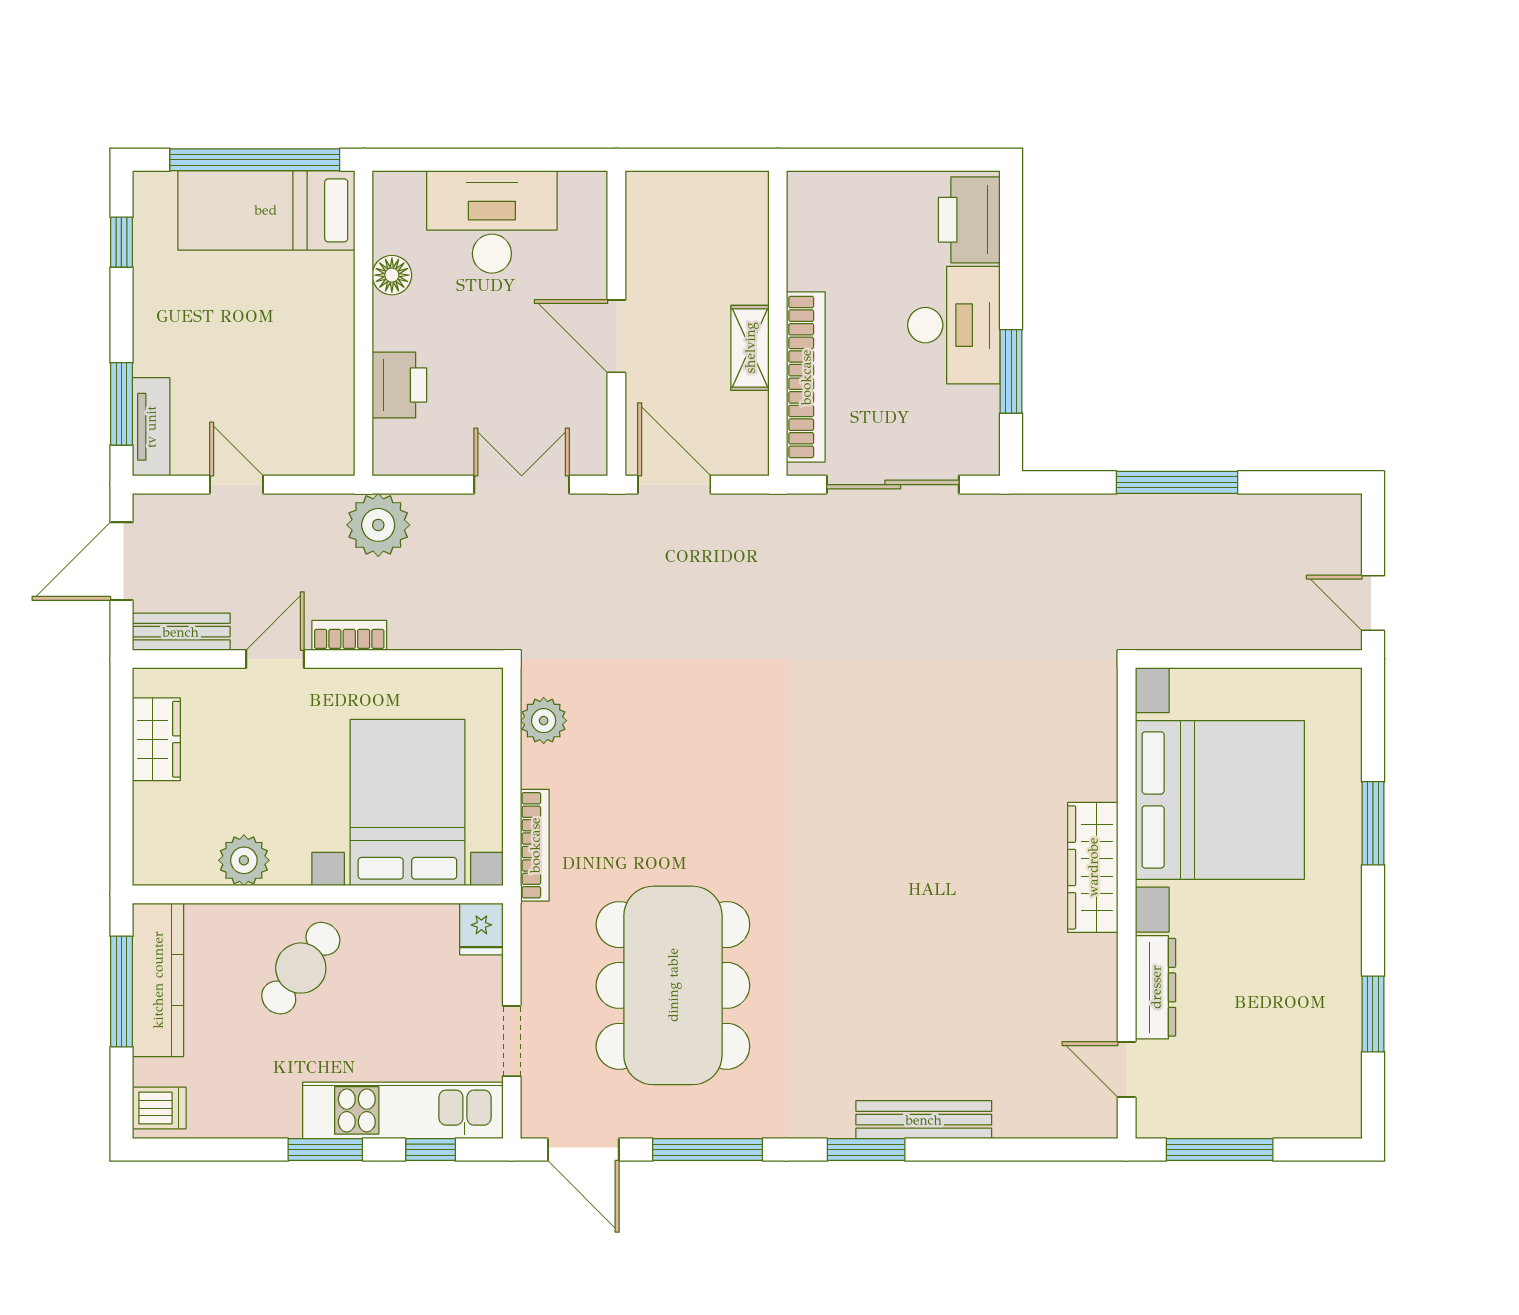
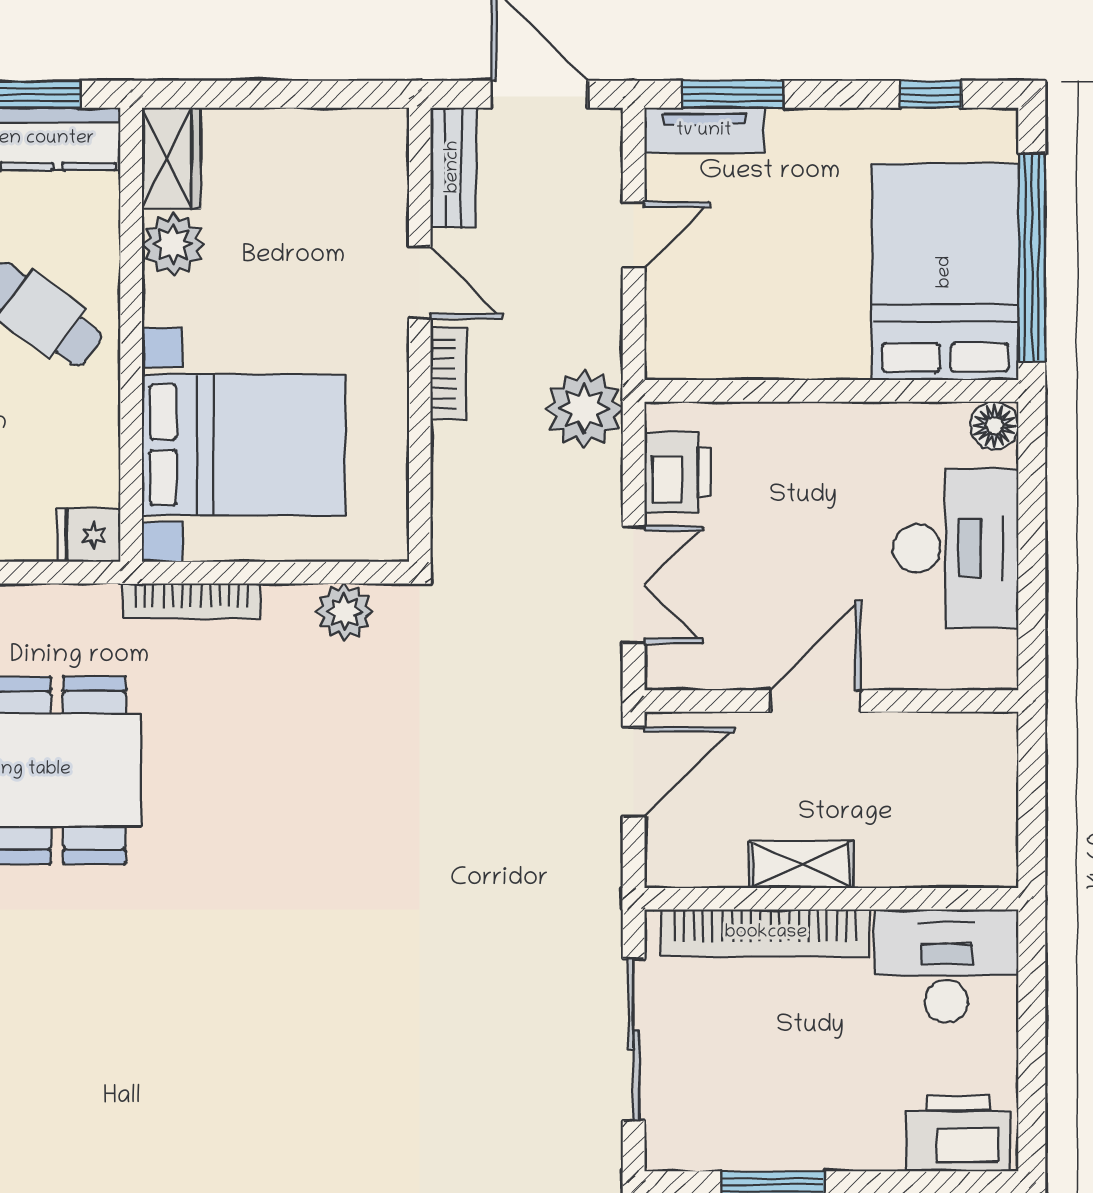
bed: (266, 210) -> (945, 272), width x1.50
floor lamp: (392, 275) -> (994, 426), moved
desk: (954, 325) -> (946, 966), moved, turned 180
printer: (399, 385) -> (678, 472), moved, turned -90
wardrobe: (156, 739) -> (171, 158), moved, turned -90

